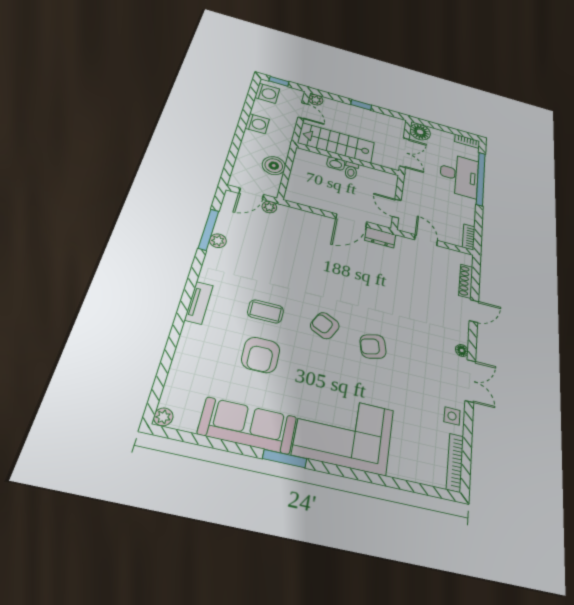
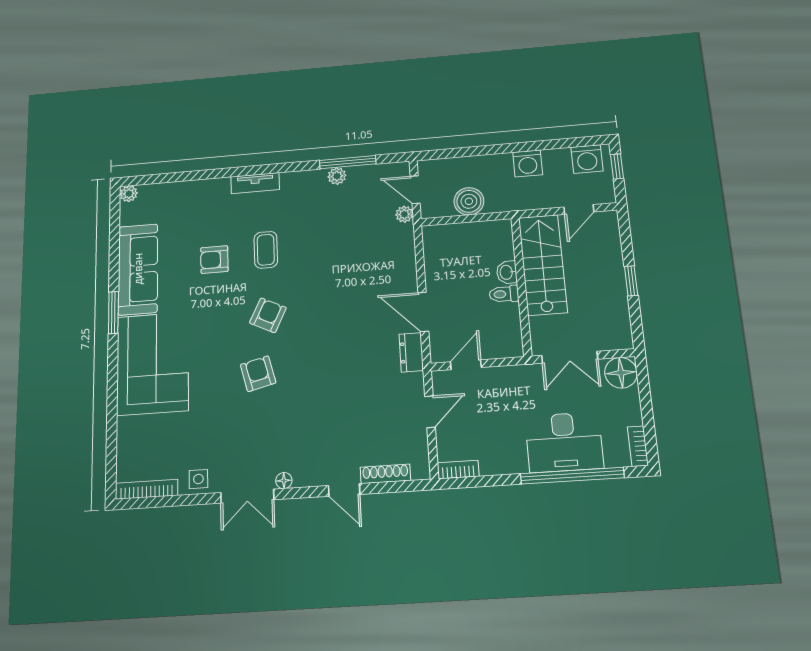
plant: (316, 100) -> (608, 220), removed
armchair: (261, 355) -> (214, 260), width x0.72, depth x0.72

